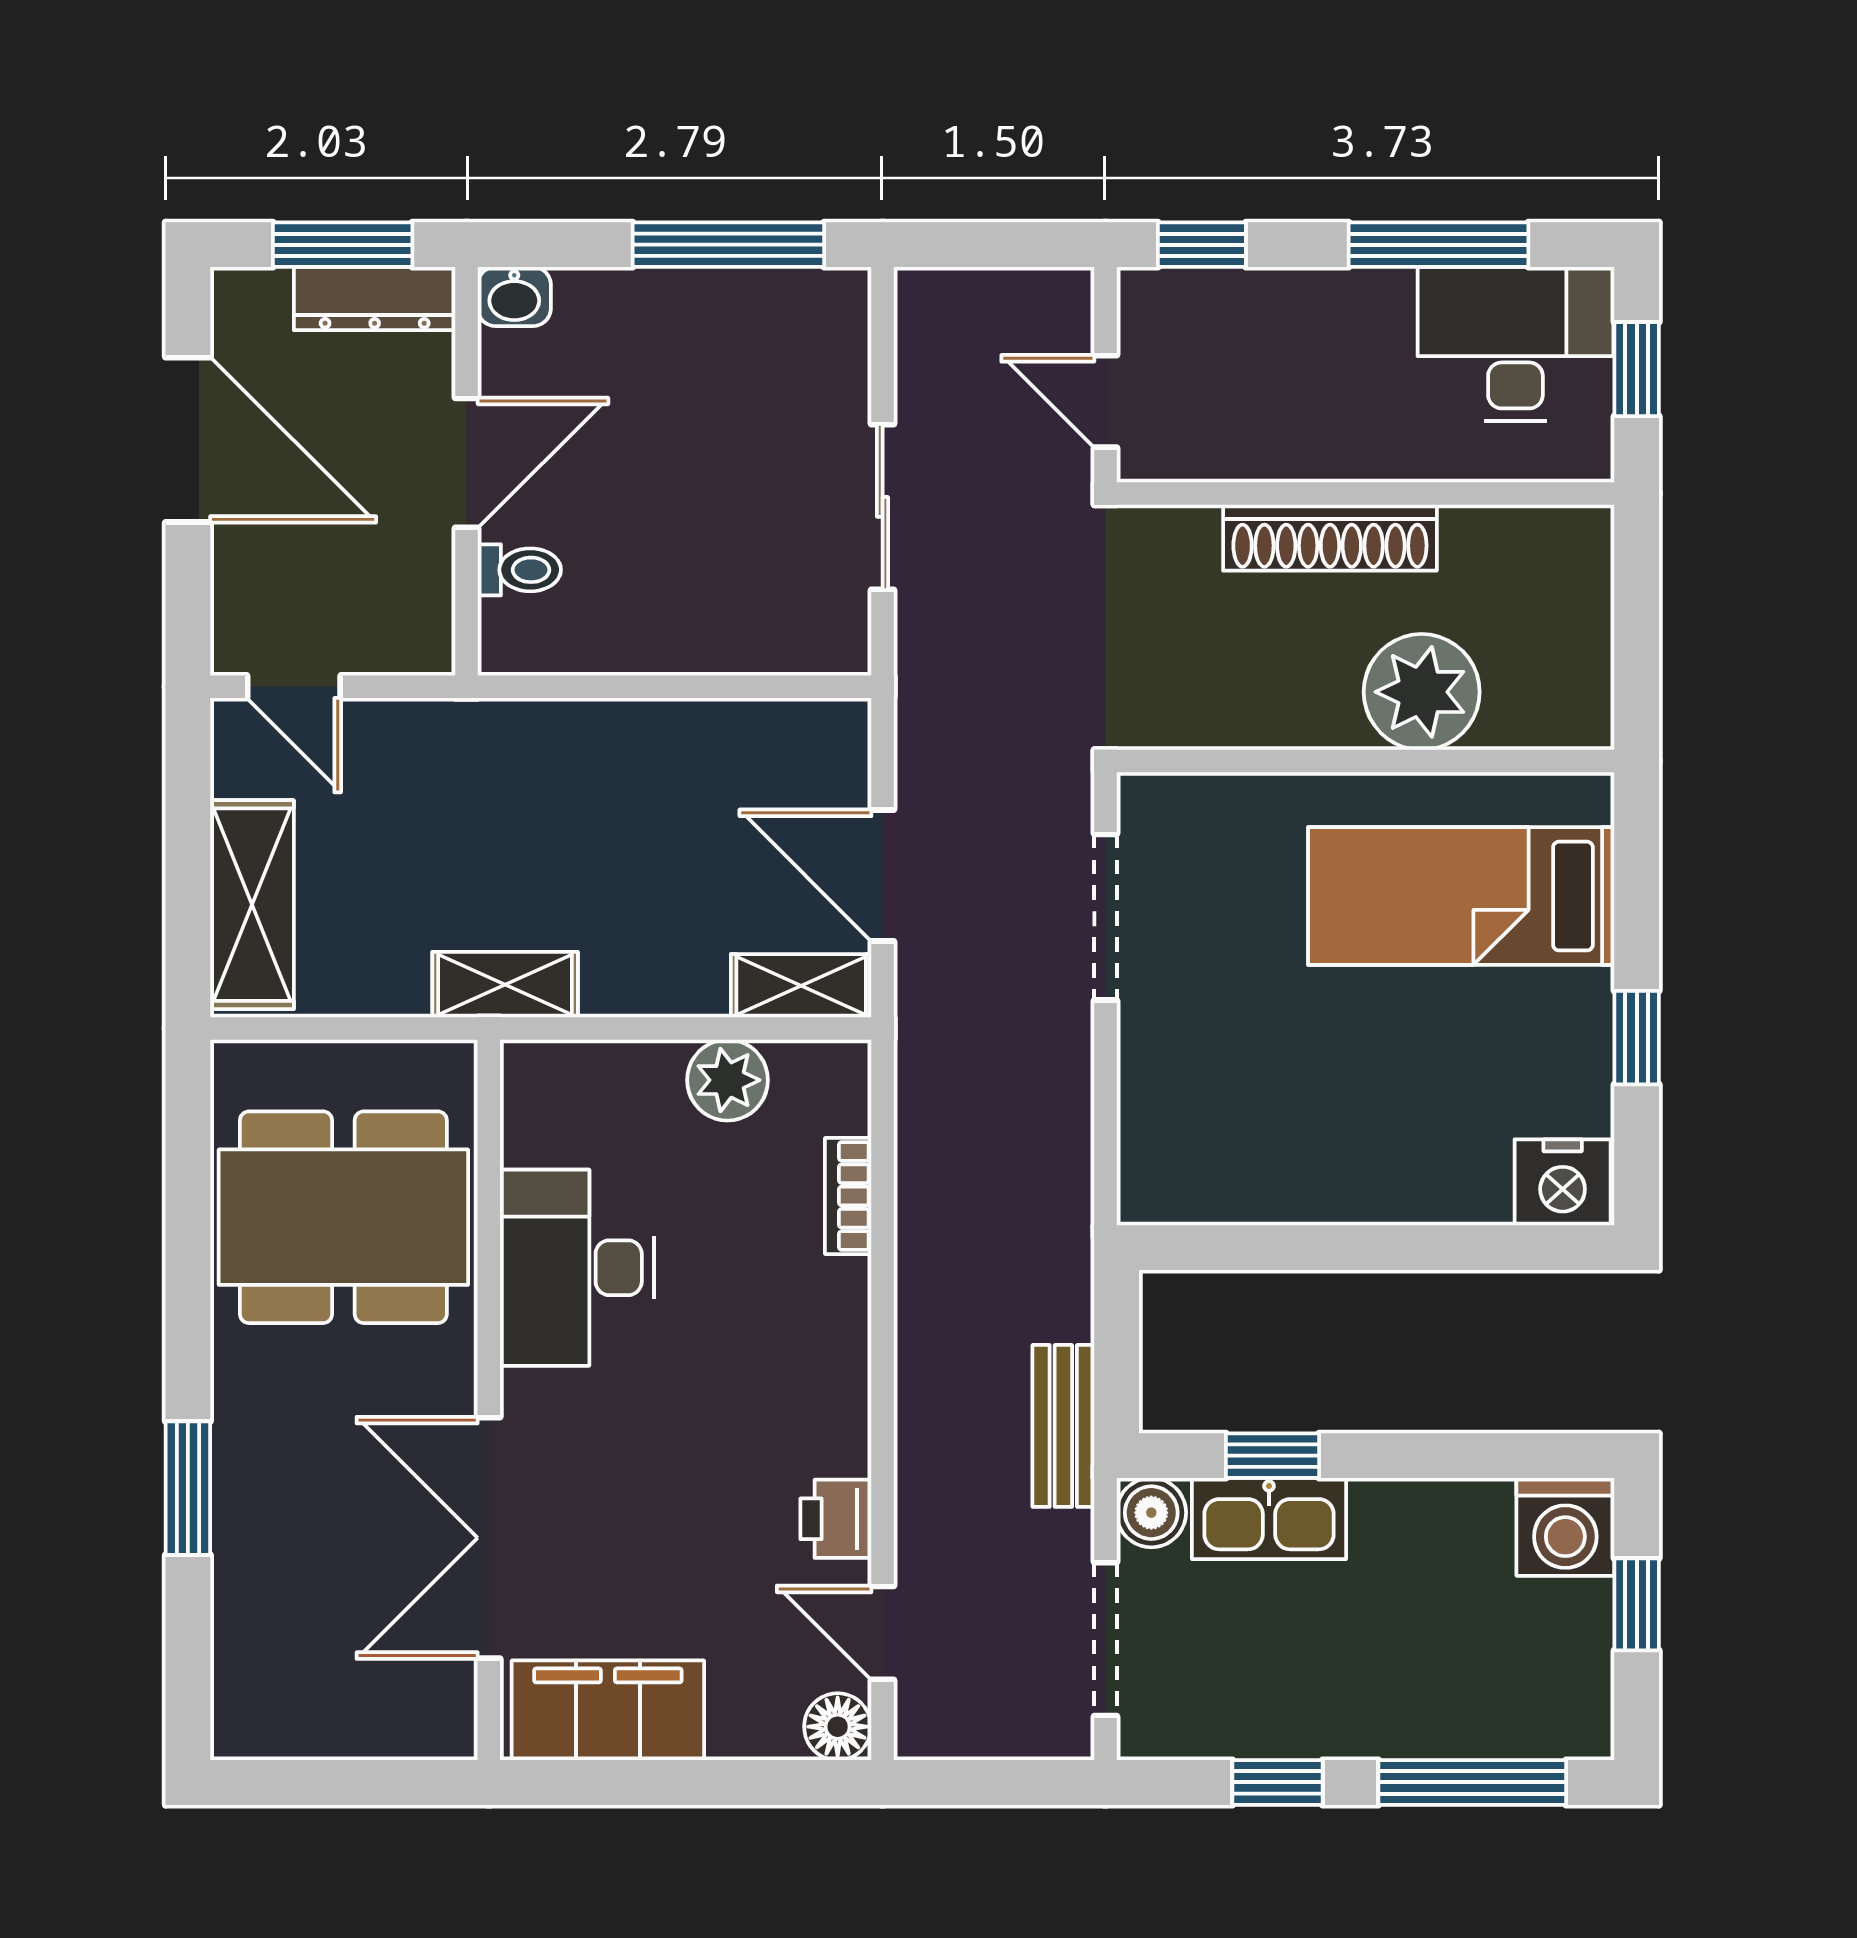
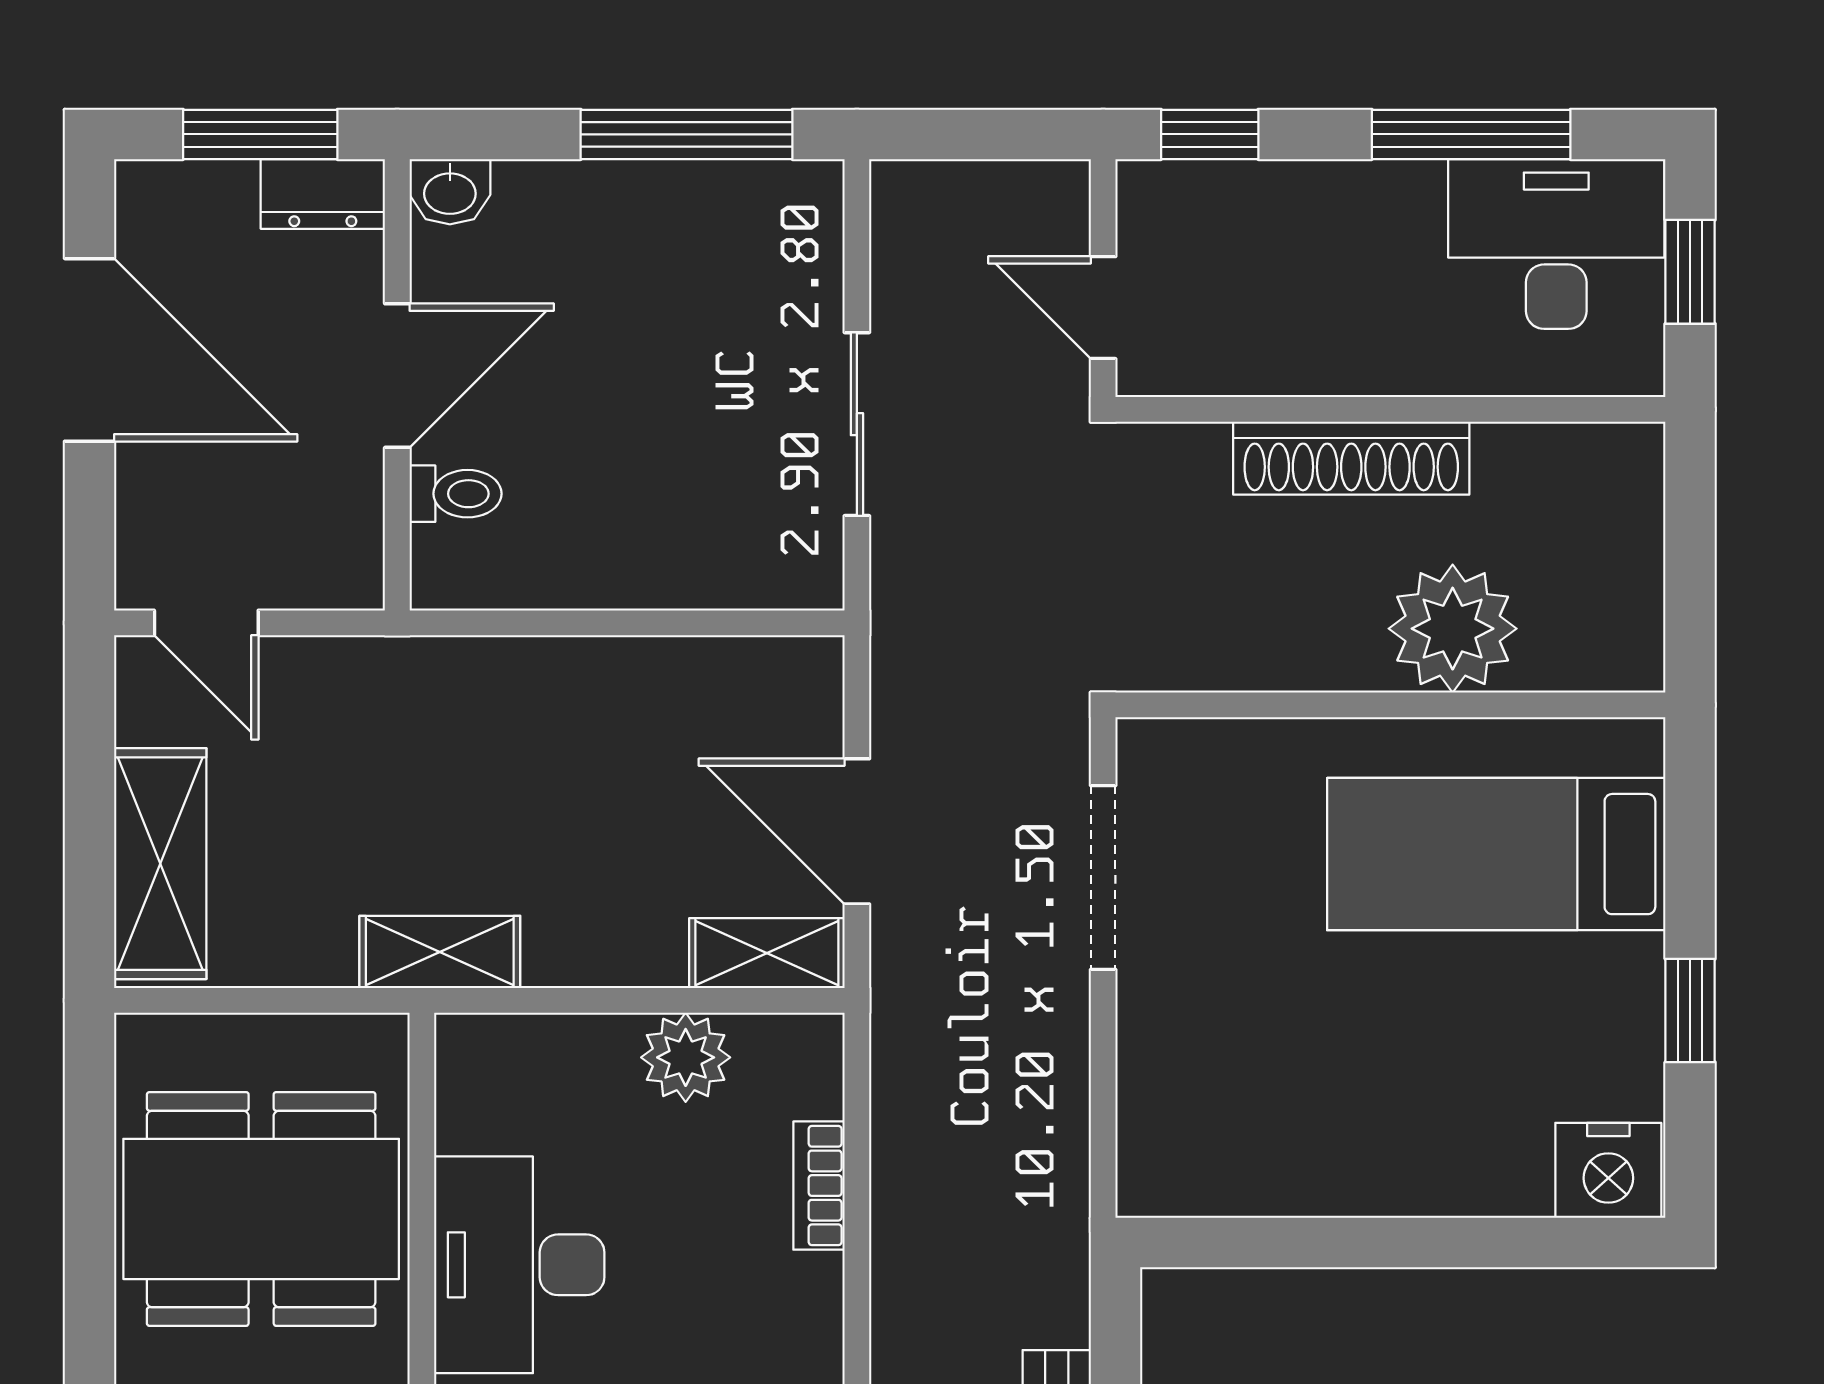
dresser: (375, 299) -> (323, 194), width x0.70

